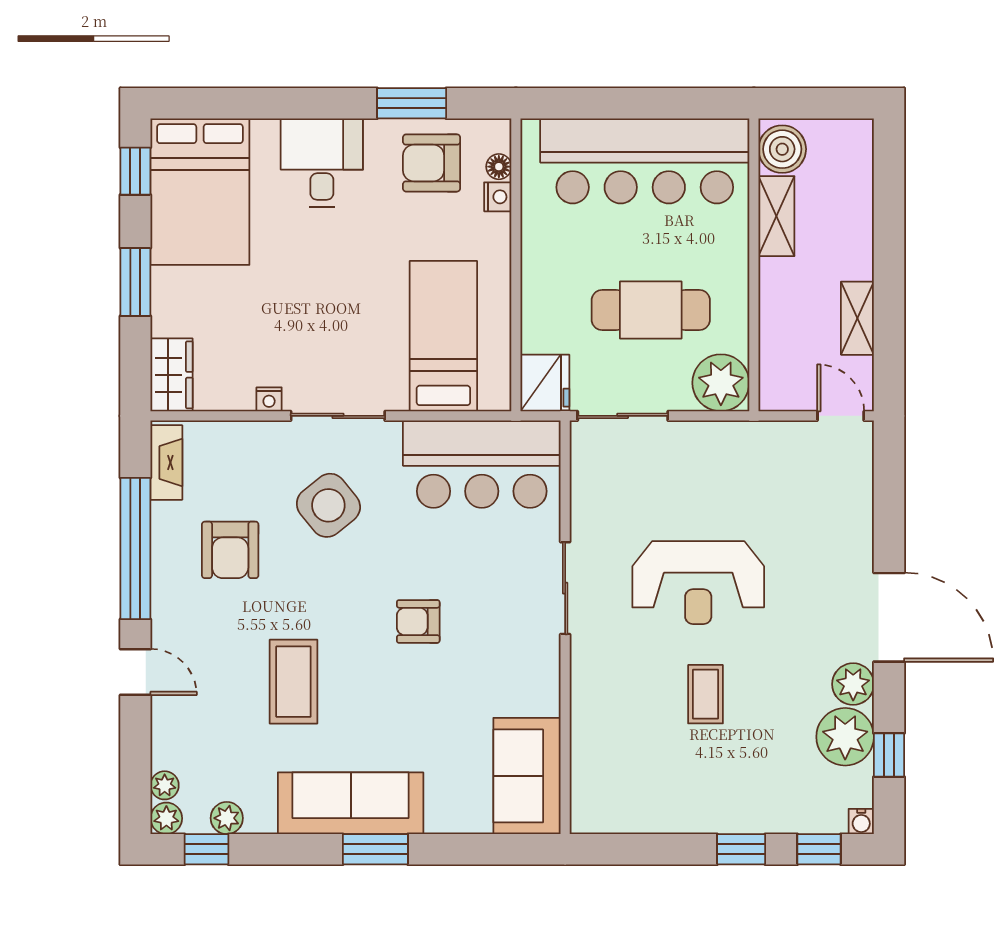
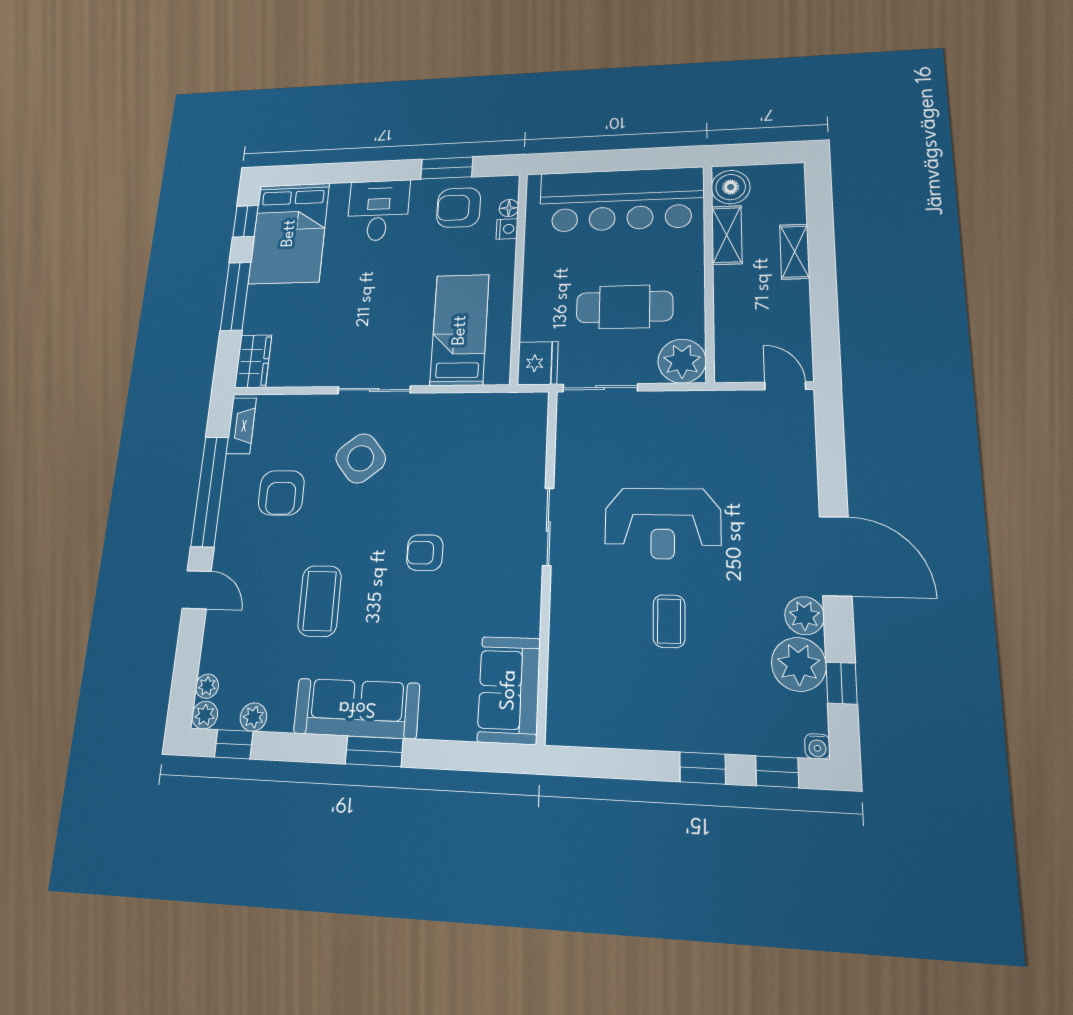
window: (135, 282) -> (236, 296), width x1.44
shelving: (857, 318) -> (795, 252), moved
nightstand: (269, 399) -> (323, 378), removed
bar counter: (482, 464) -> (484, 426), removed

